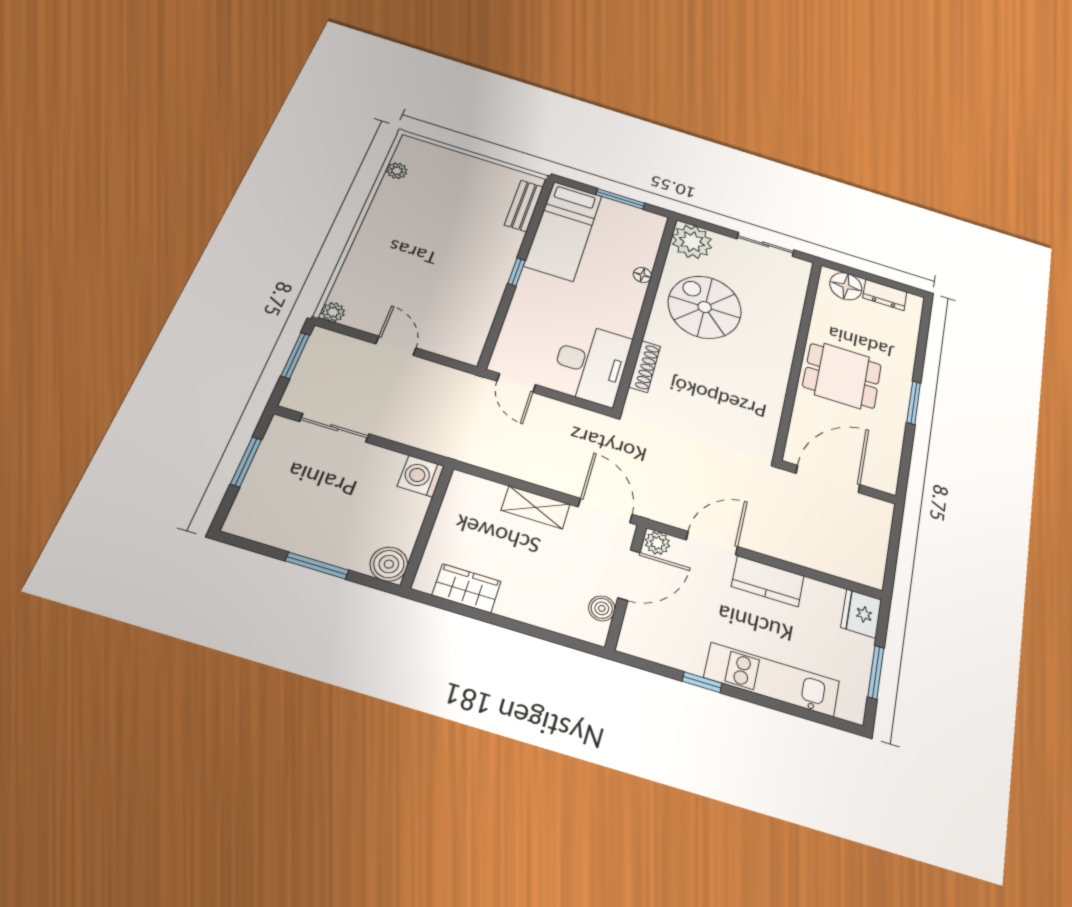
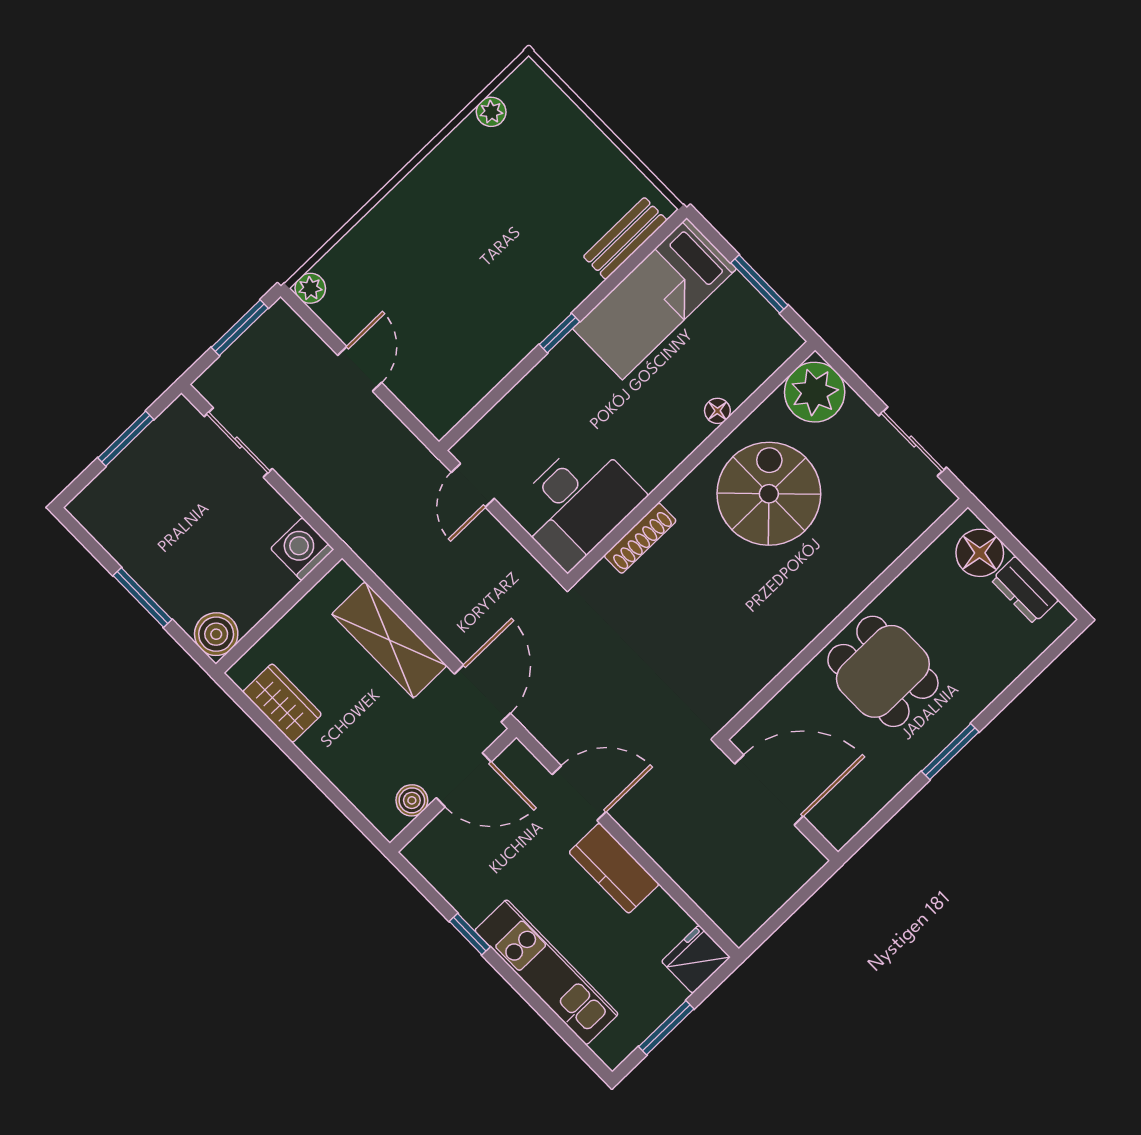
shelving: (536, 507) -> (389, 640), width x1.50, depth x1.33
plant: (657, 543) -> (518, 761), removed

